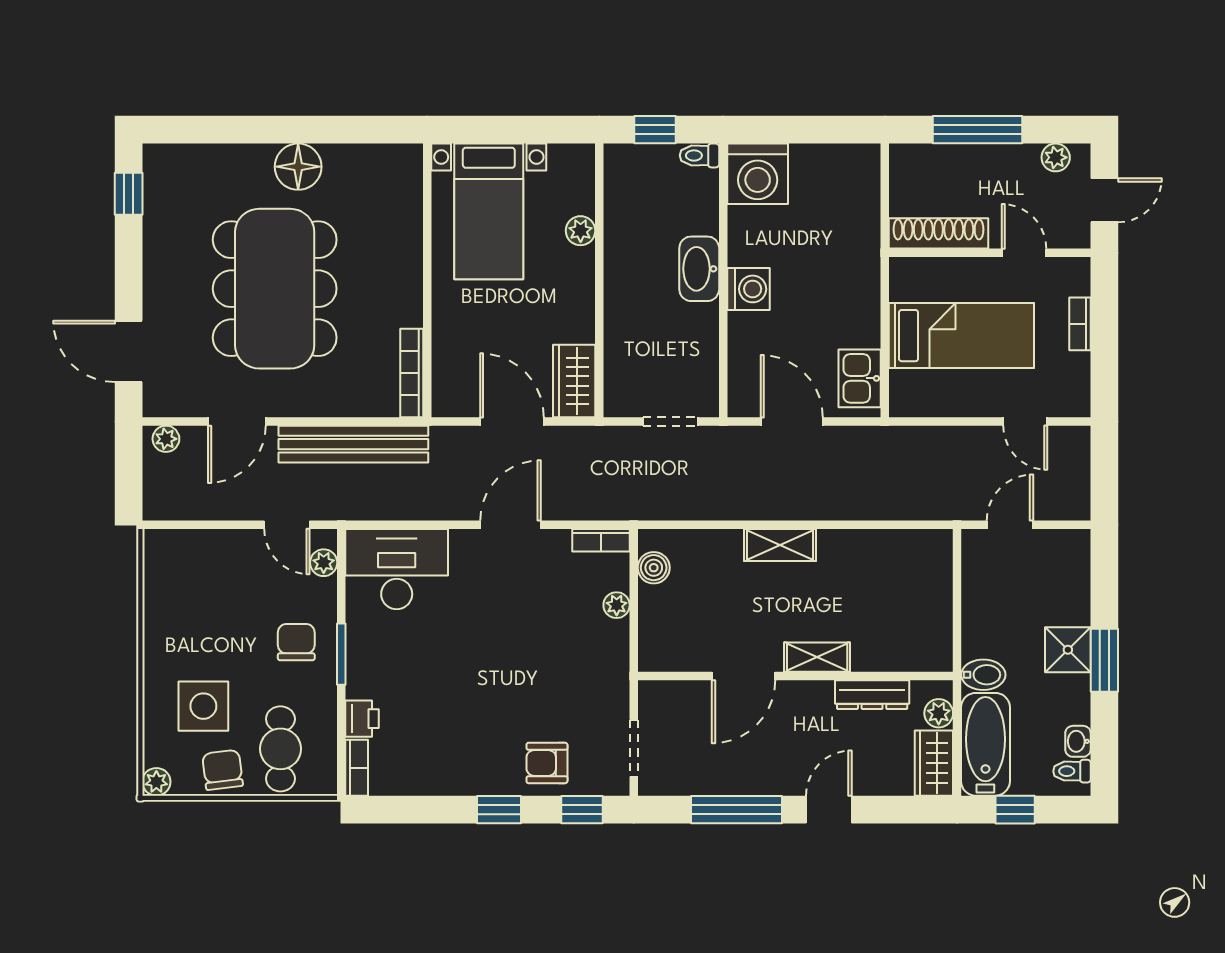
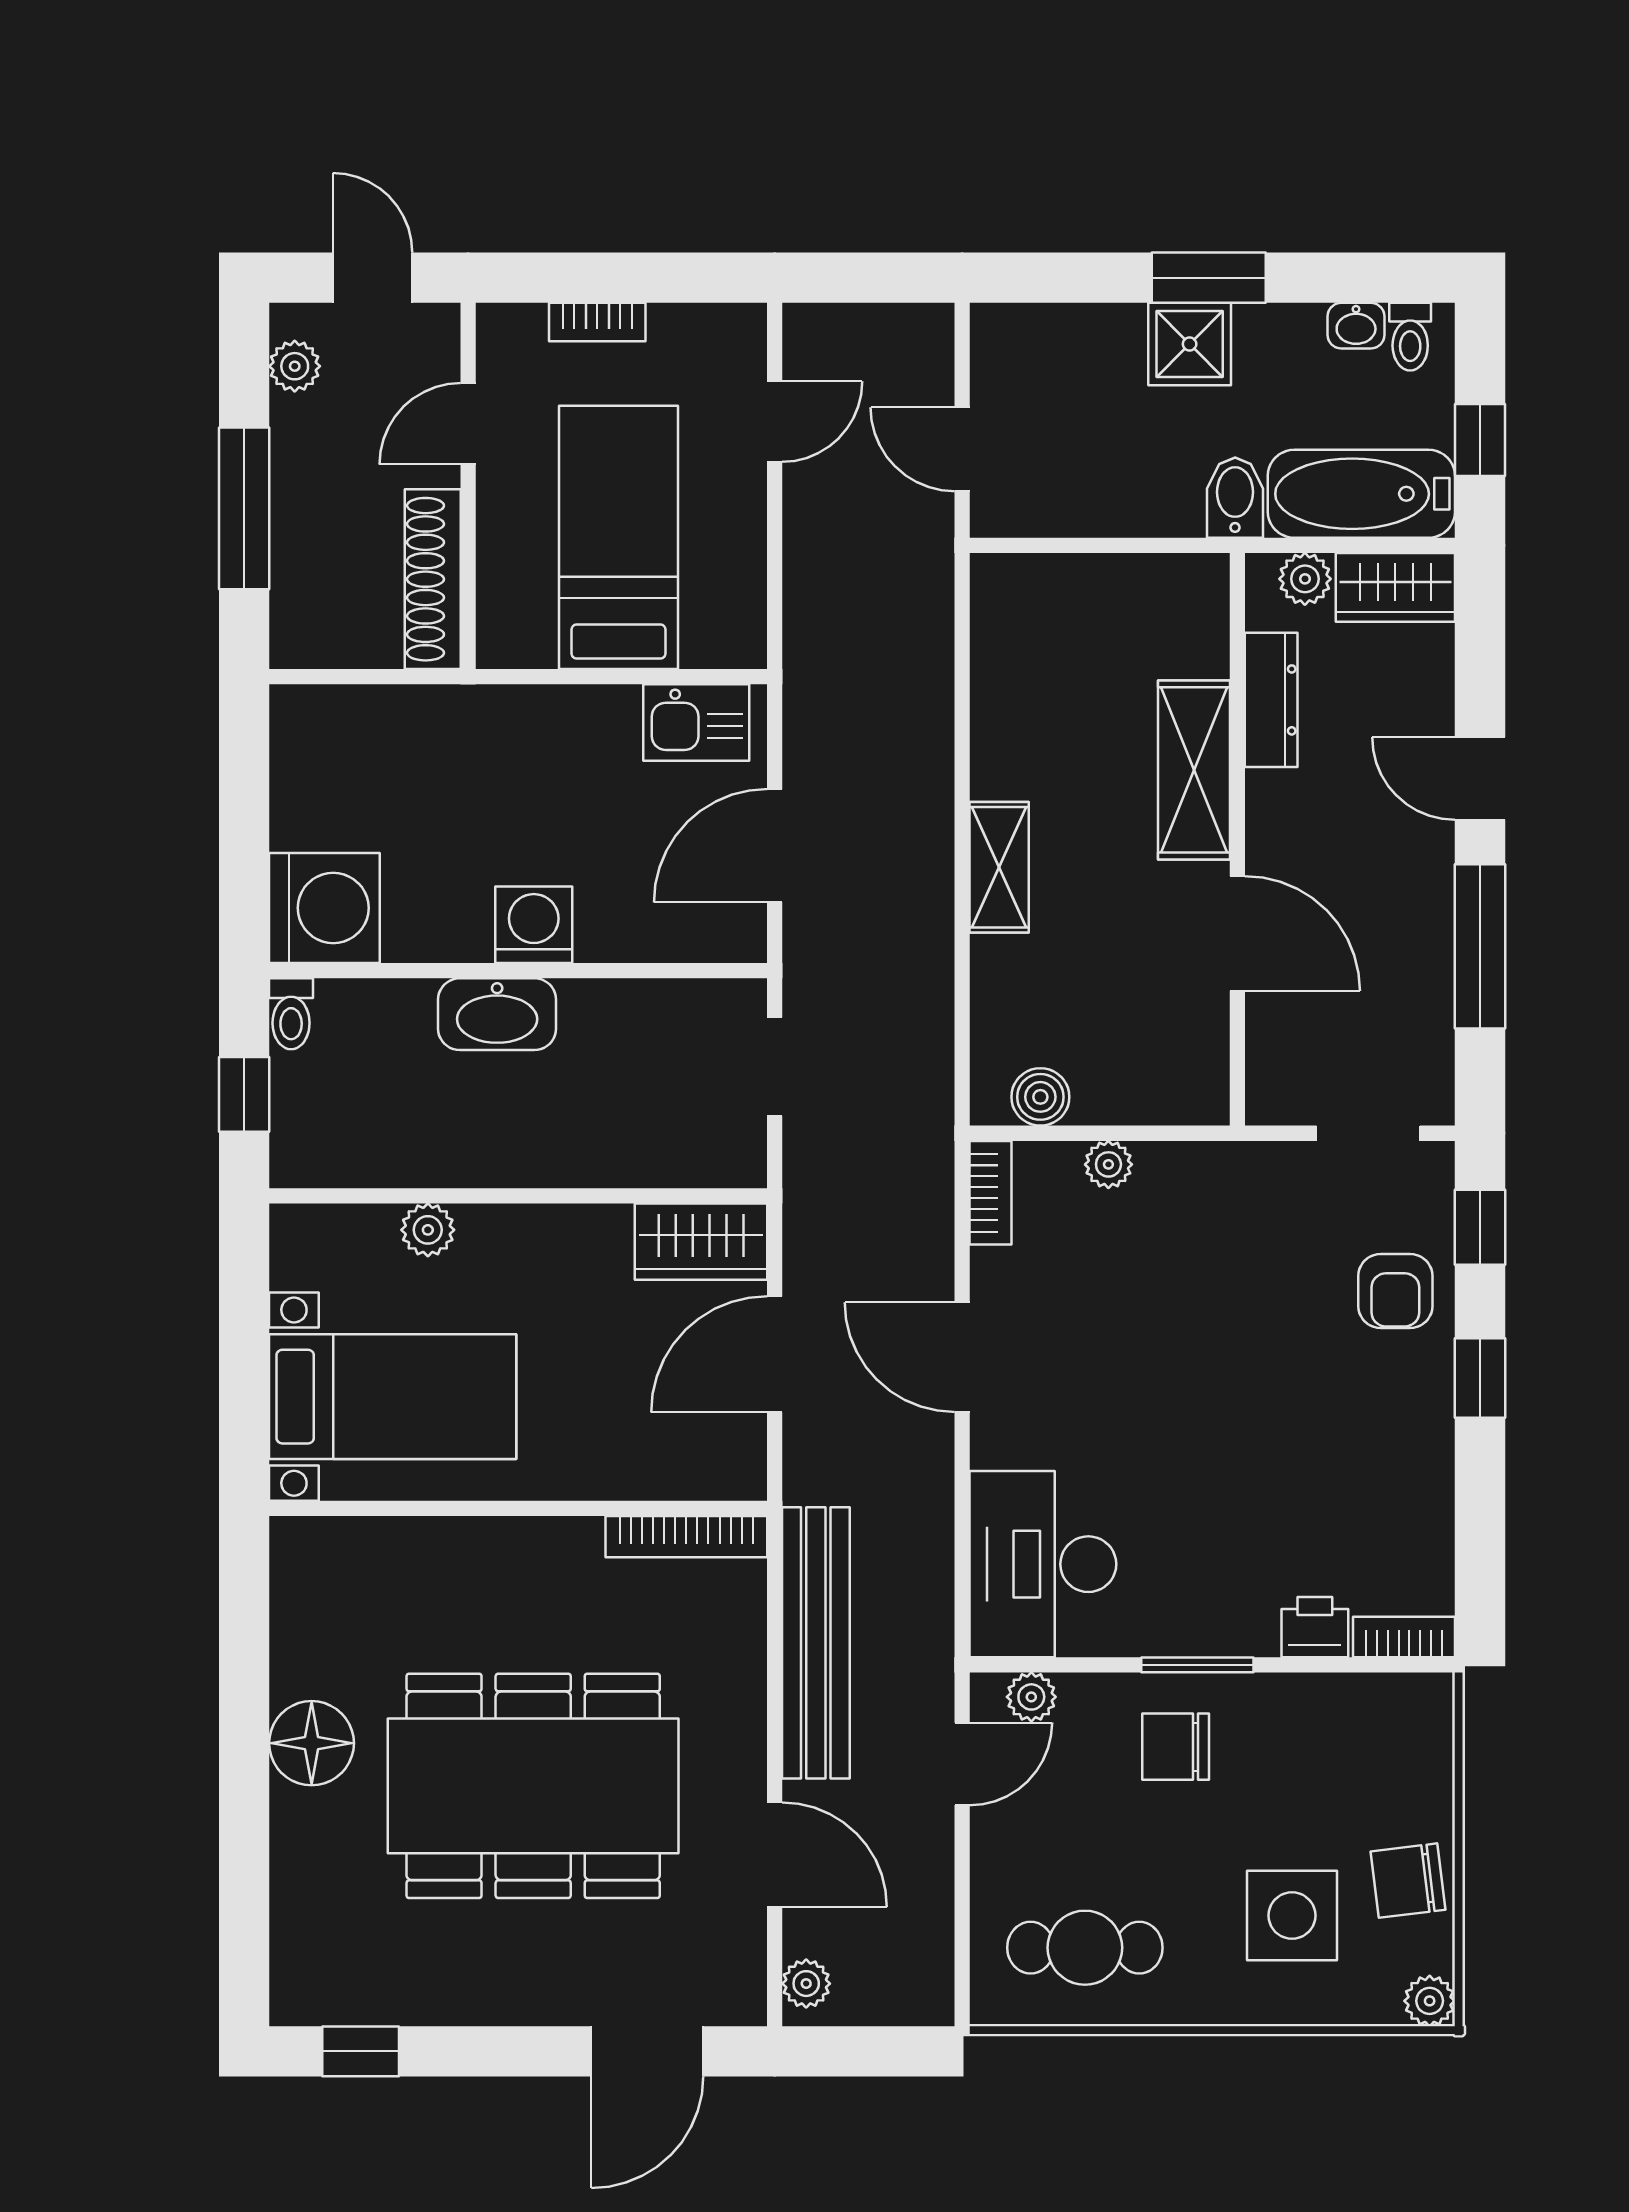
shelving: (817, 657) -> (1194, 770), width x1.50, depth x1.33
cafe table: (280, 749) -> (1085, 1948), moved

